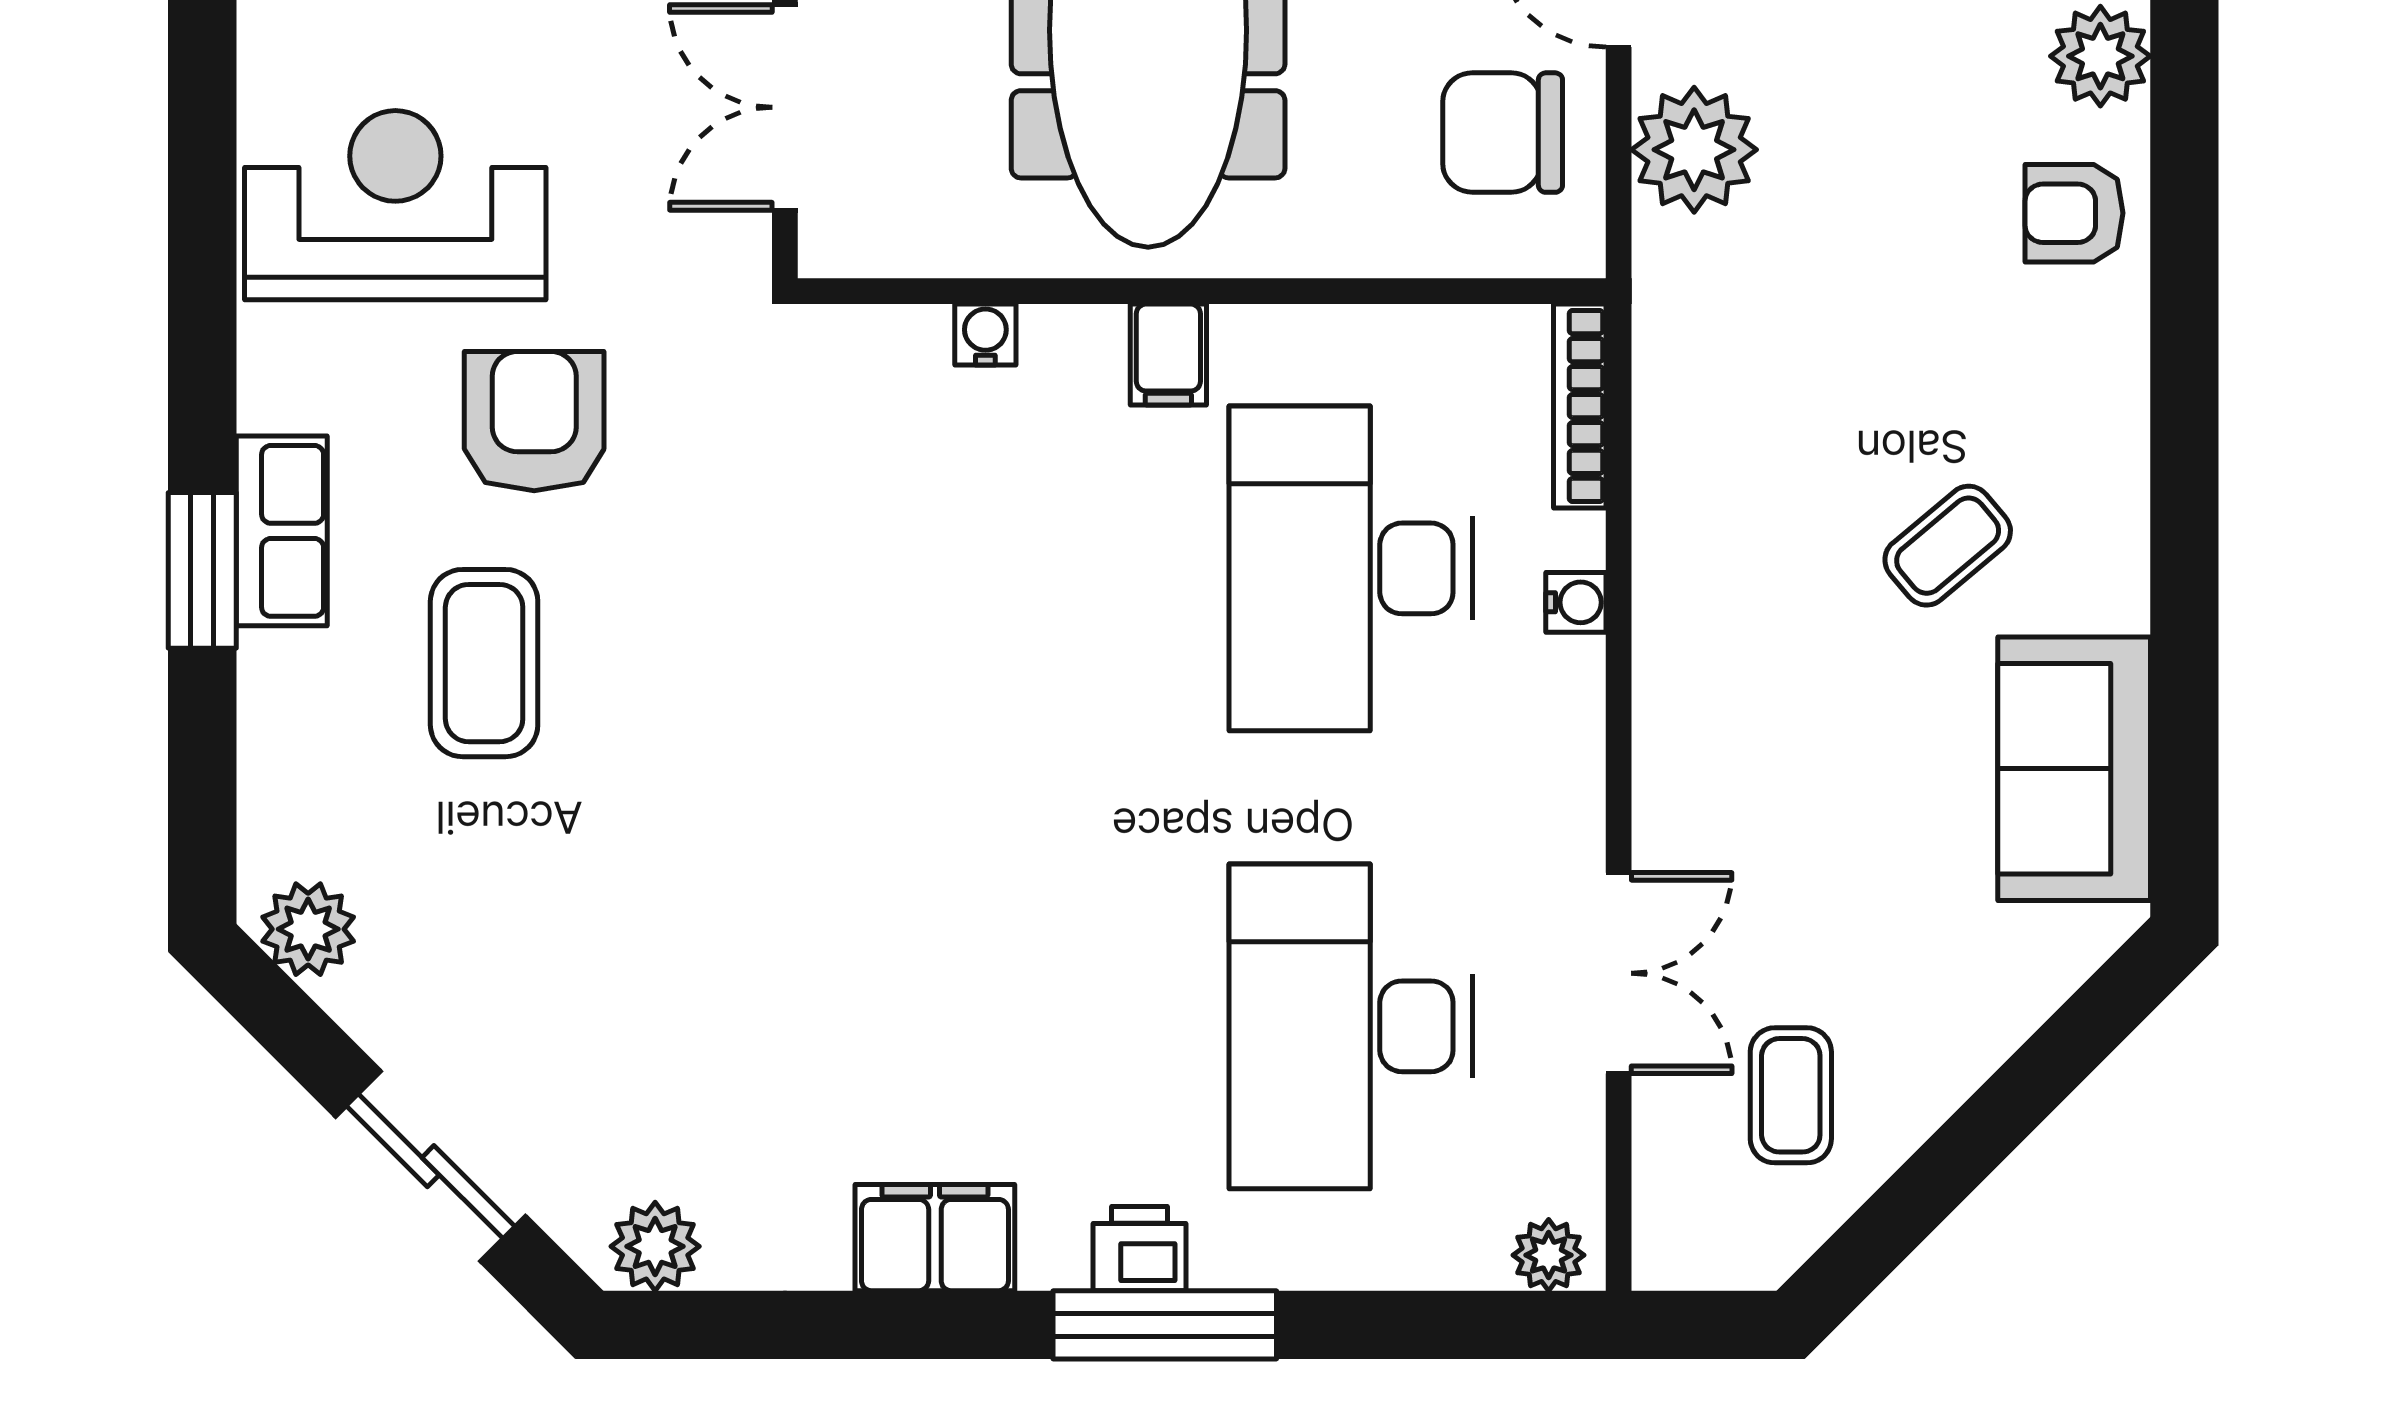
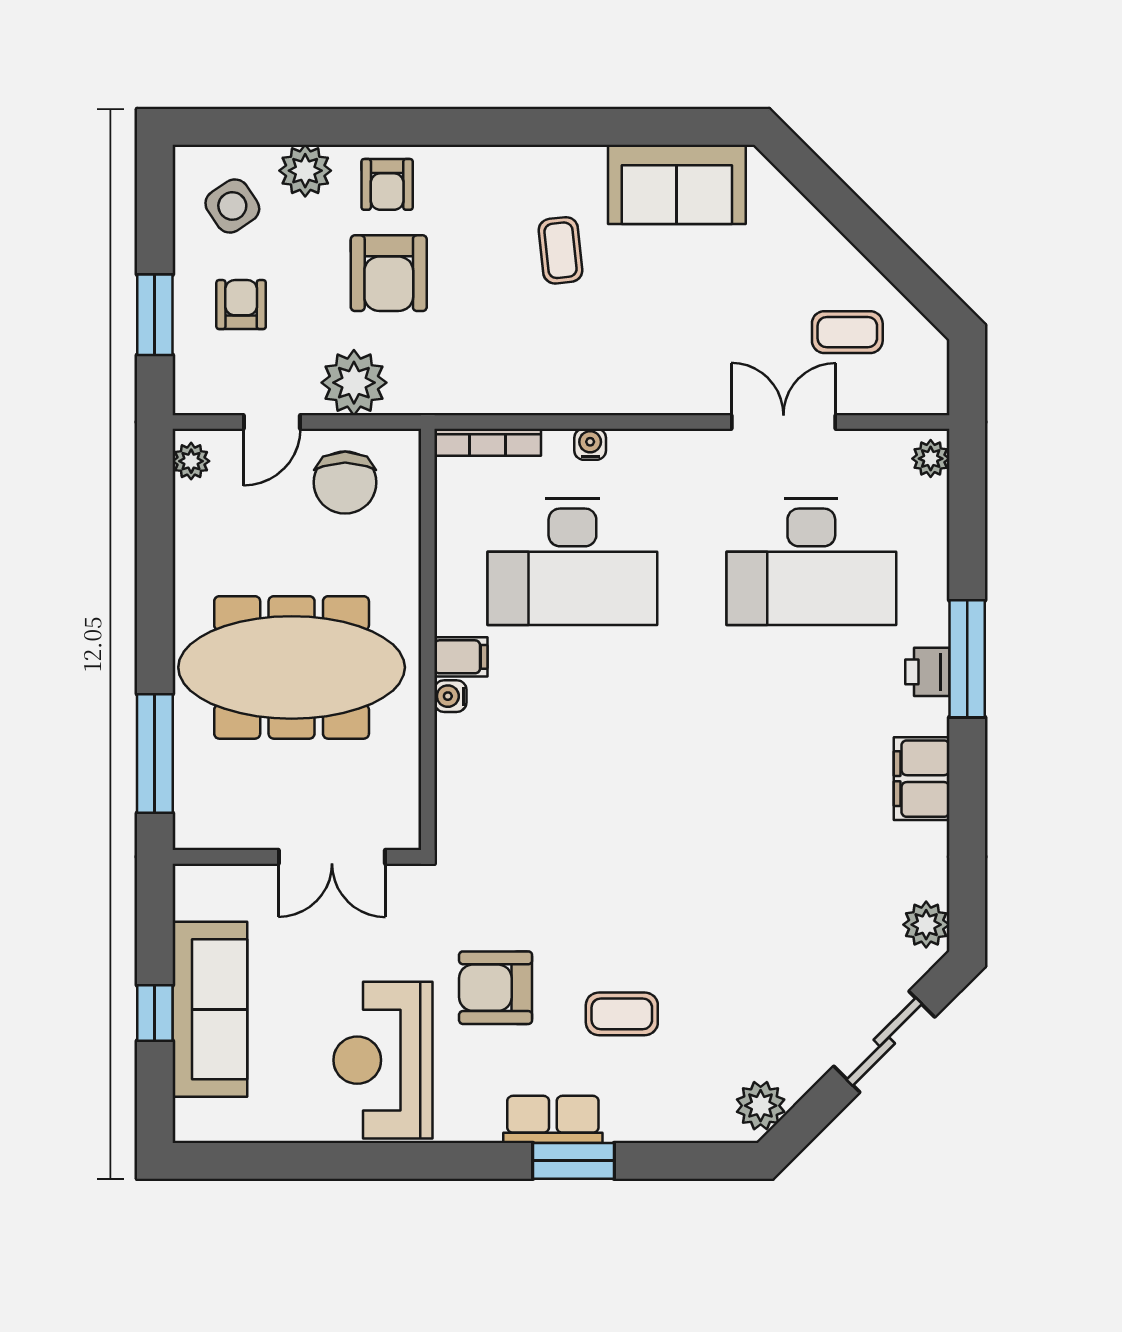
armchair: (1904, 216) -> (389, 273), added
water cooler: (985, 335) -> (450, 696), moved
coffee table: (1948, 546) -> (561, 250), turned 34
coffee table: (484, 663) -> (622, 1014), width x0.73, depth x0.77

